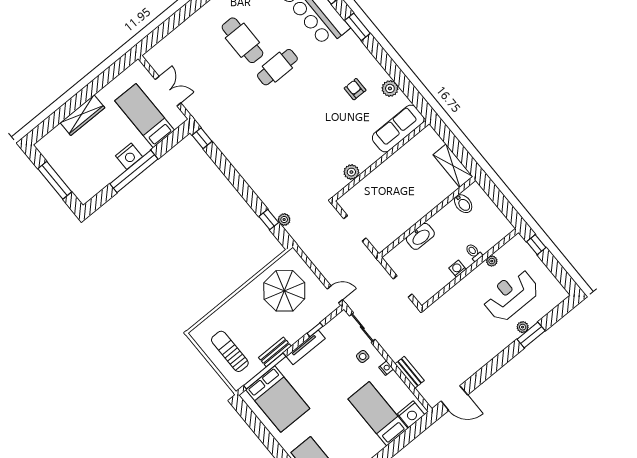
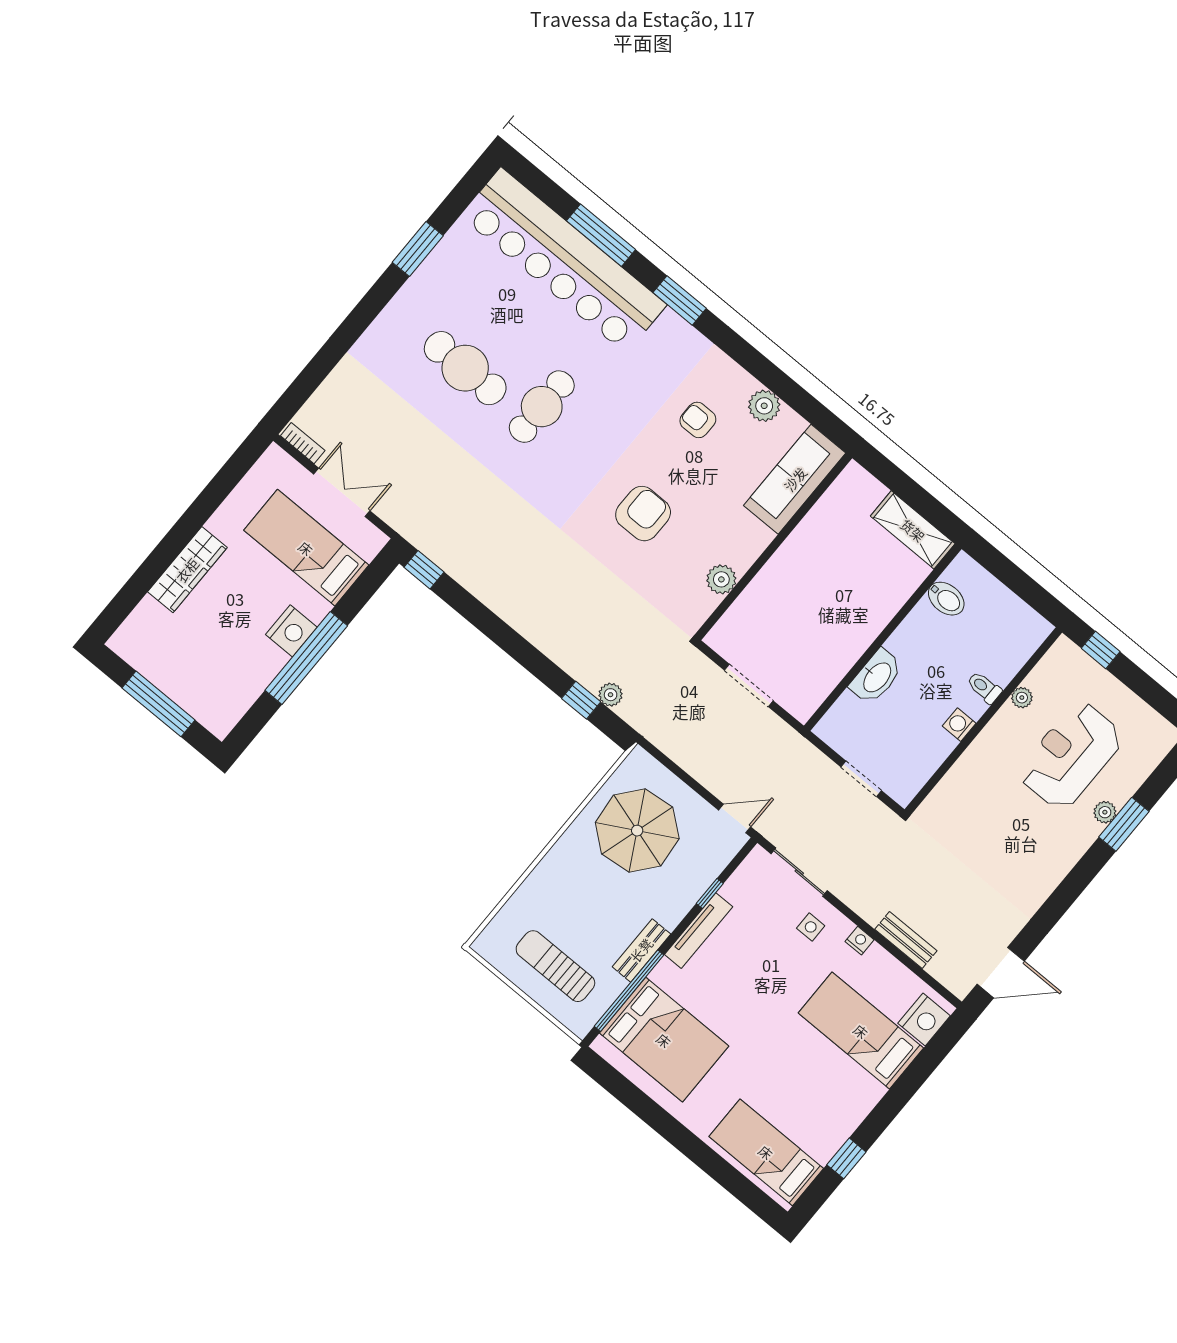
bookcase: (153, 62) -> (303, 443), added
armchair: (318, 131) -> (643, 514), added

